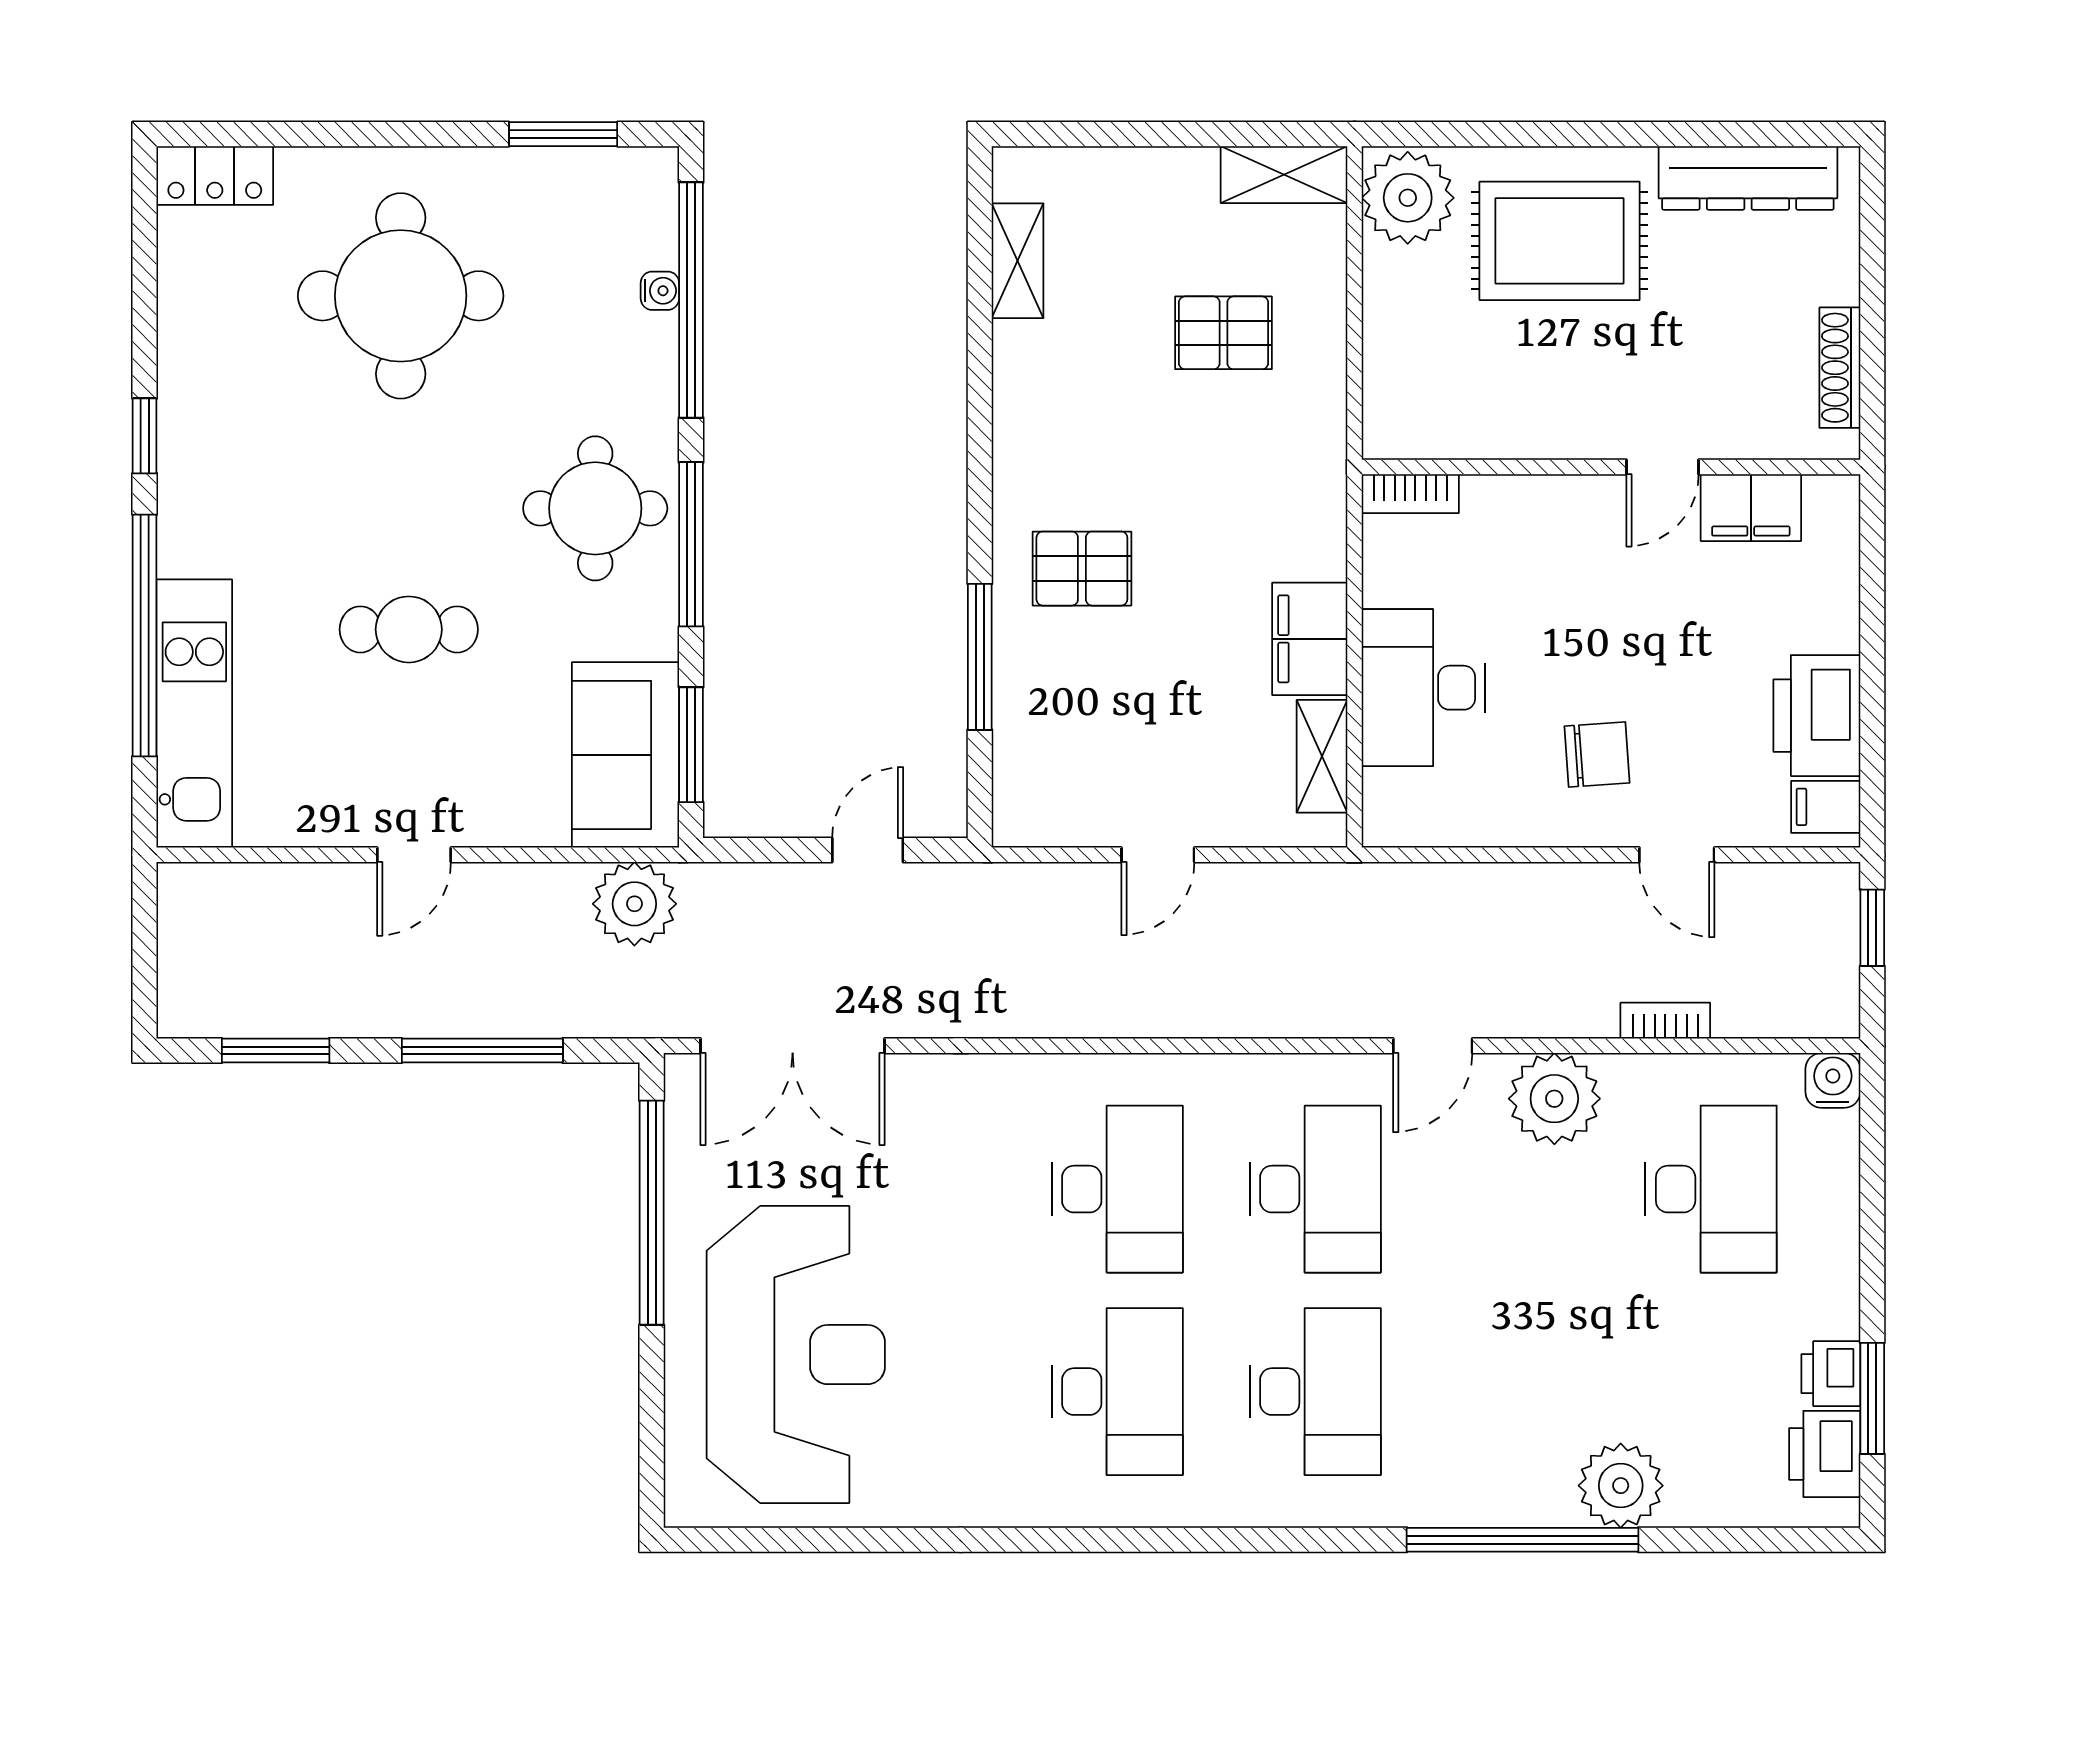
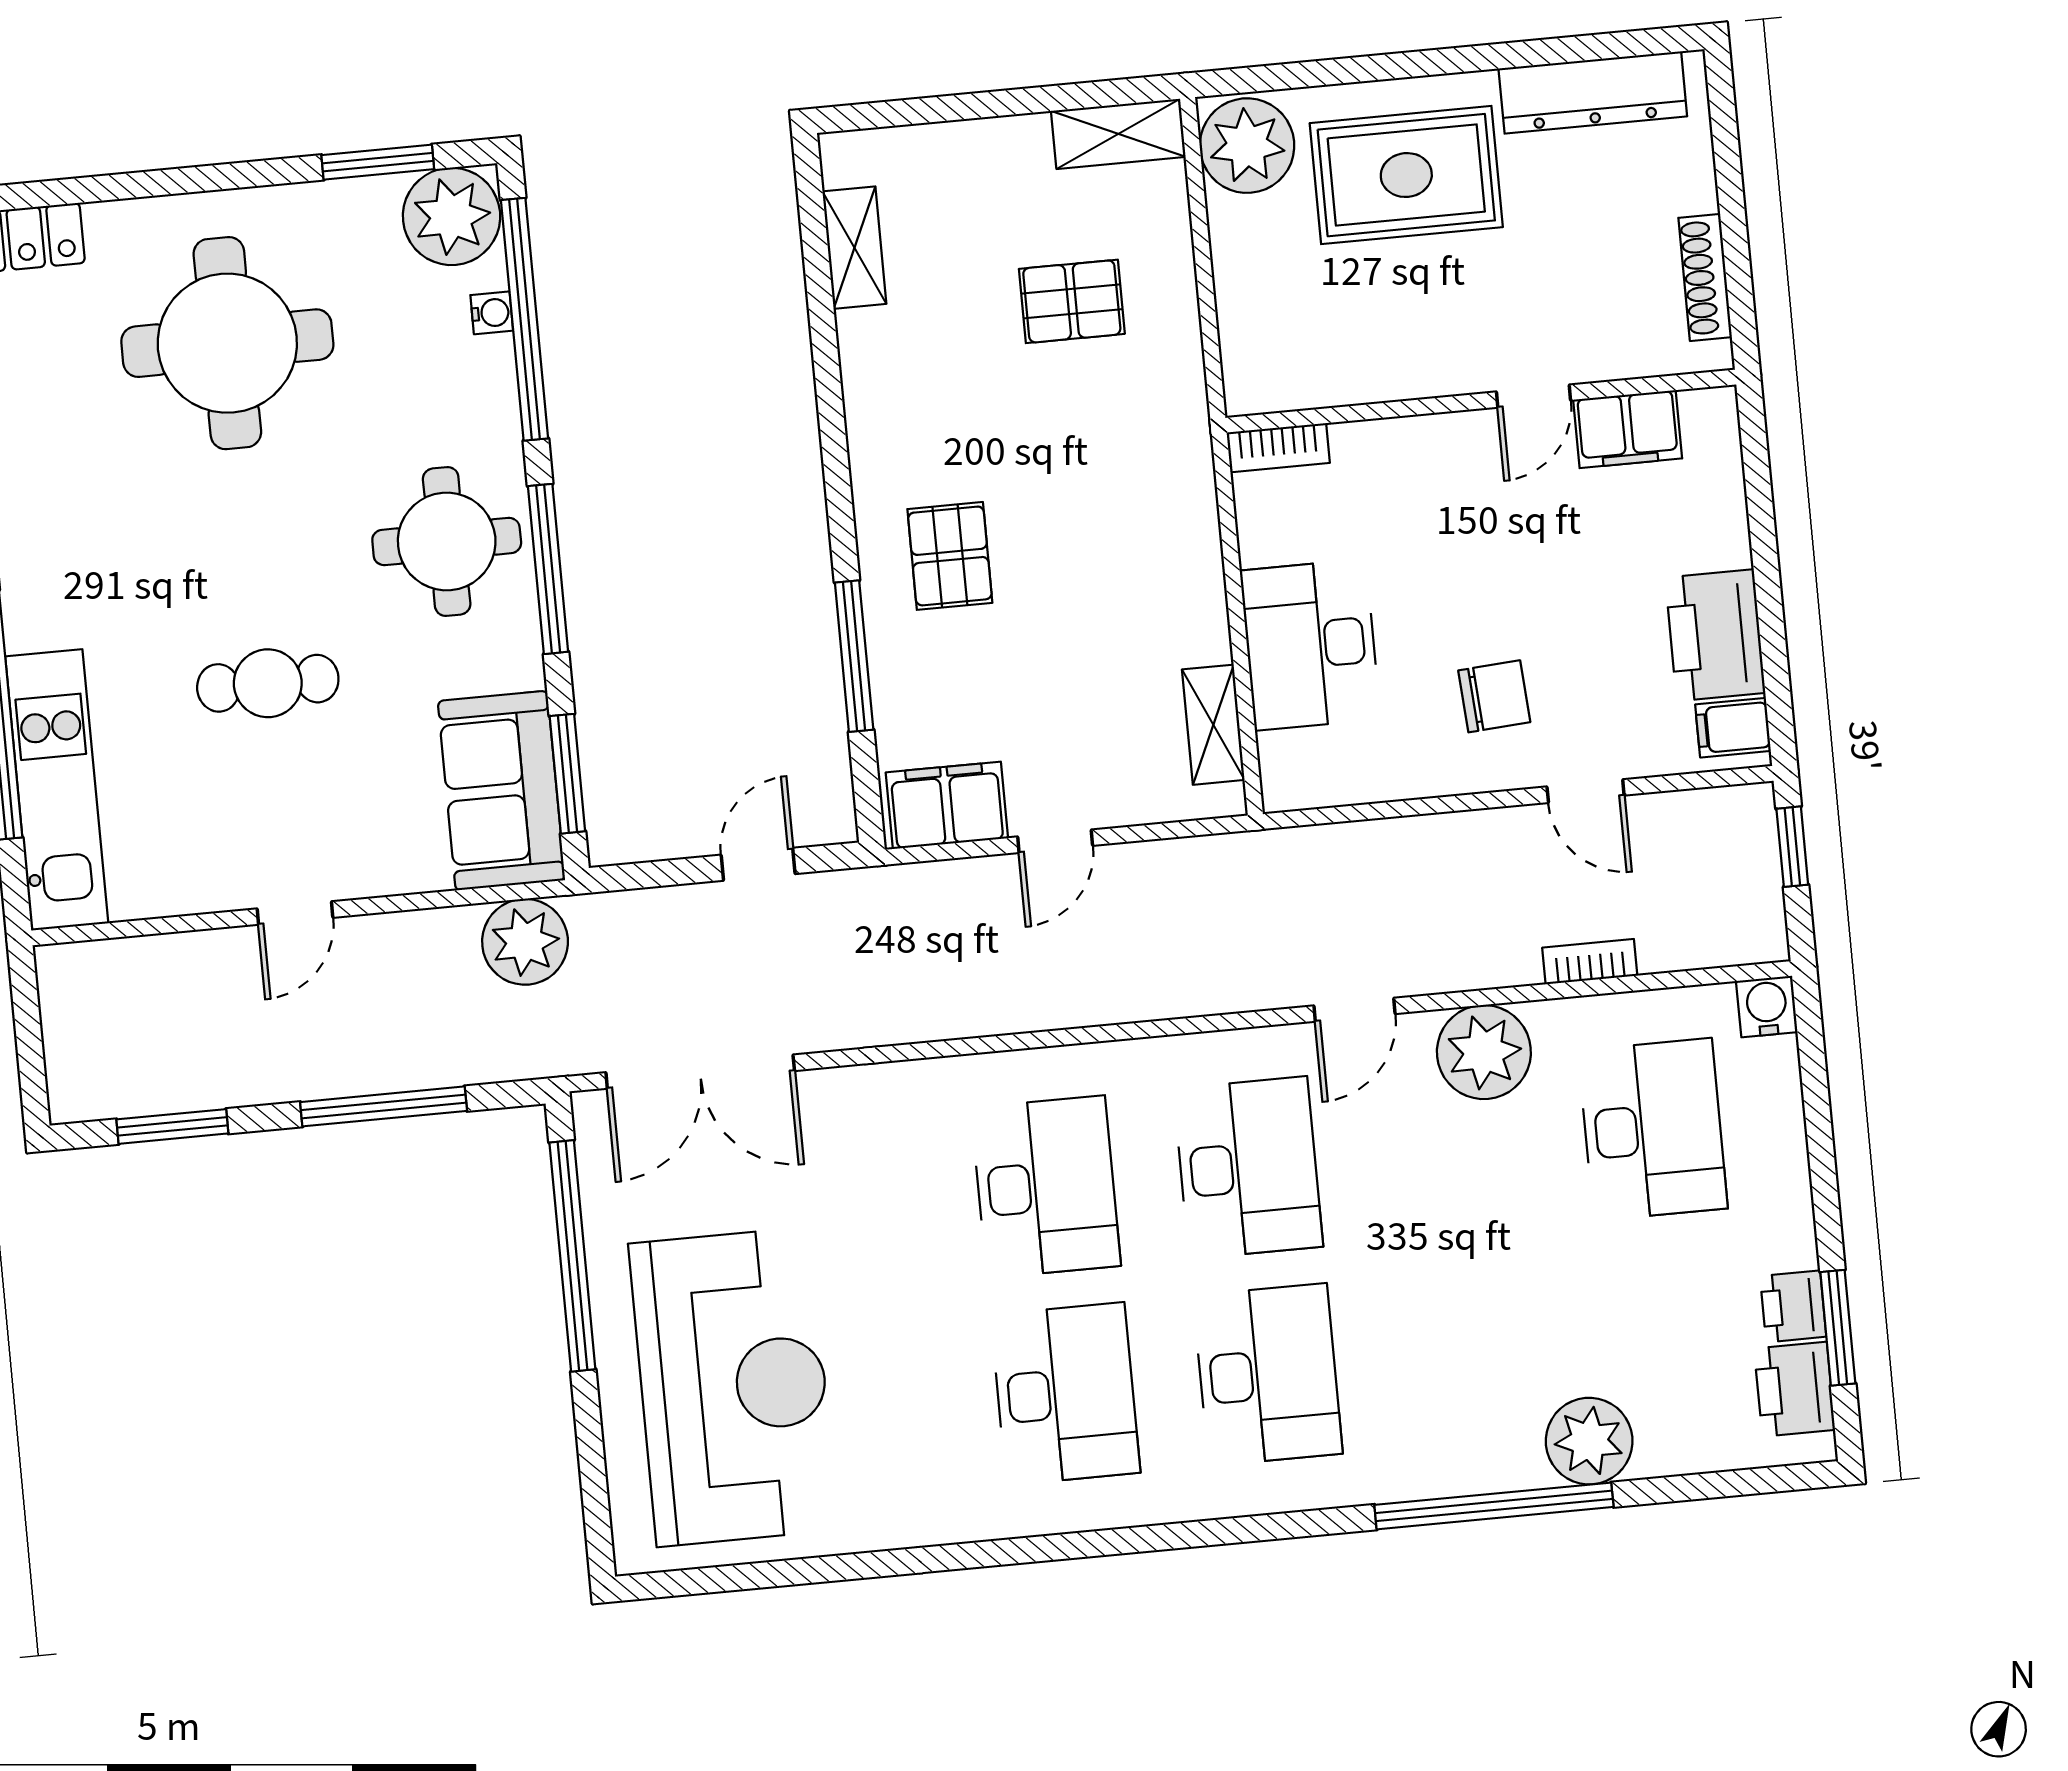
plant: (630, 194) -> (452, 216), added
pallet: (1082, 569) -> (950, 556), turned 90
filing cabinet: (1310, 639) -> (947, 805), moved, turned 90

